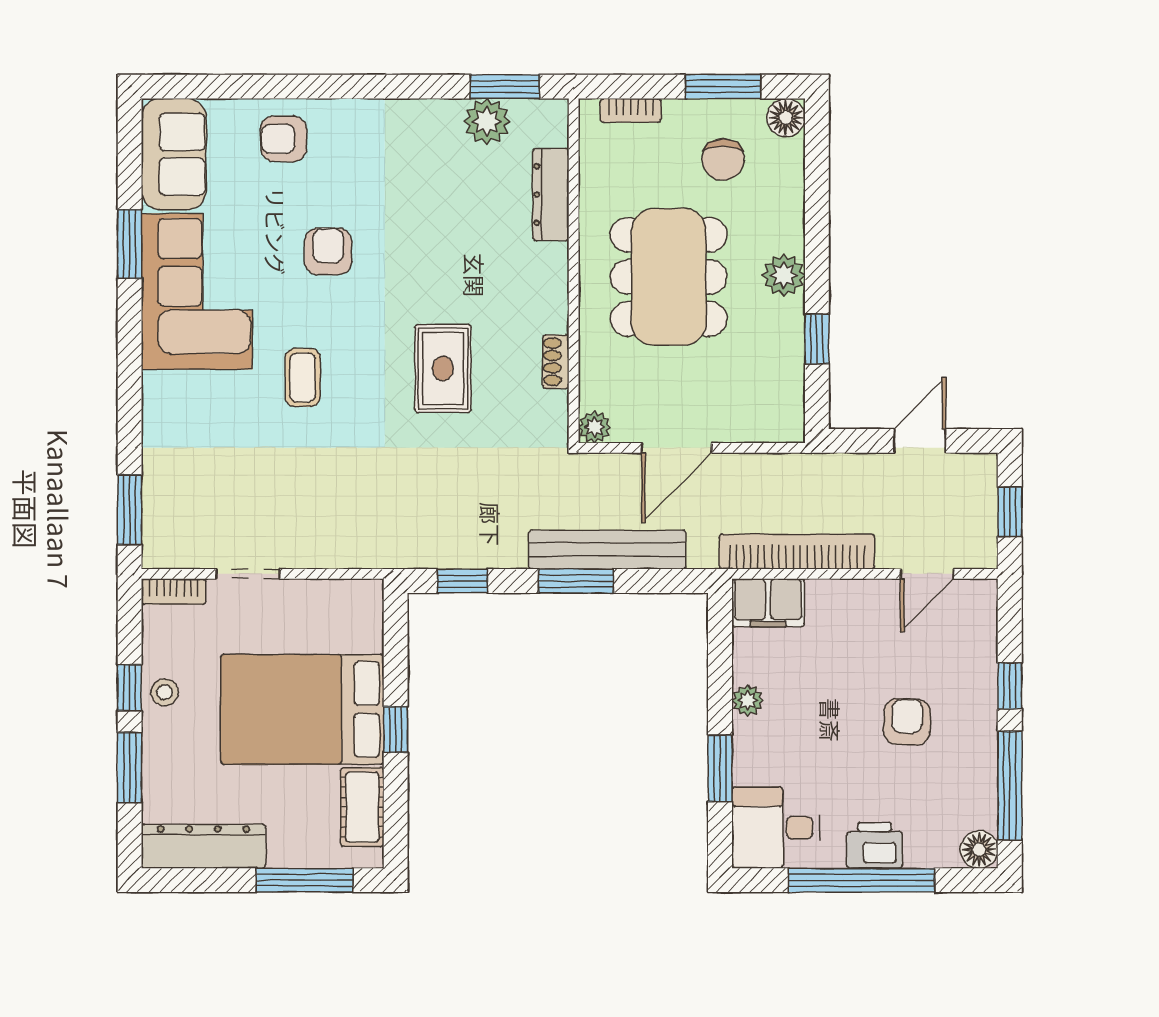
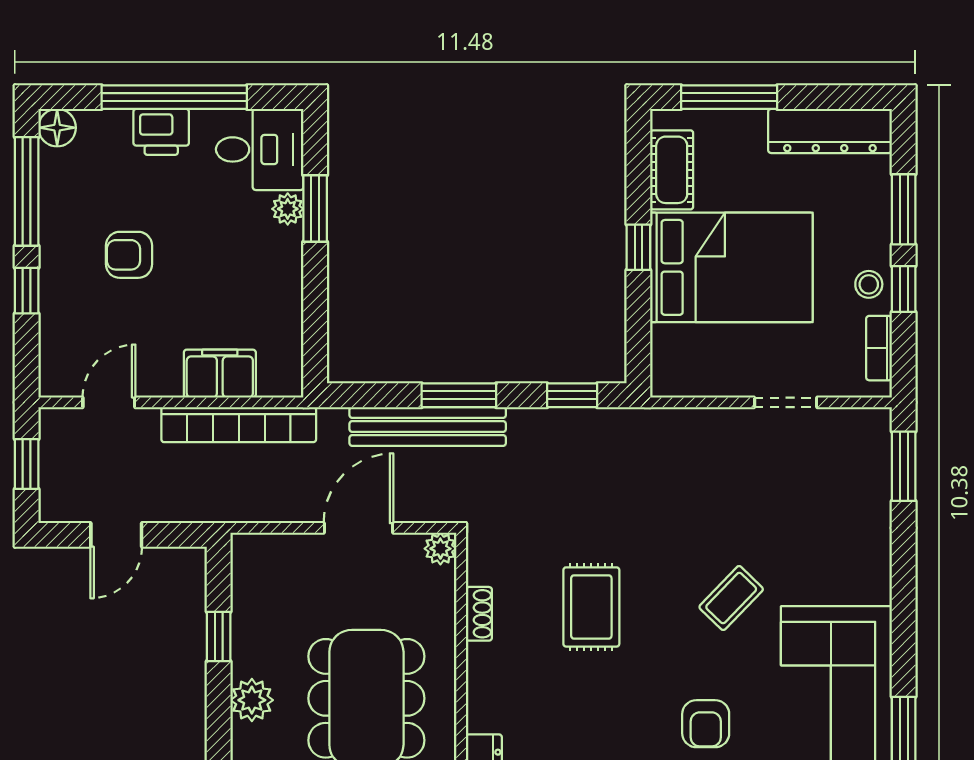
coffee table: (303, 377) -> (731, 598), turned 44
bookcase: (174, 592) -> (879, 348), moved, turned -90
filing cabinet: (768, 603) -> (220, 374), moved
plant: (748, 700) -> (288, 209), moved
armchair: (907, 722) -> (129, 255), turned 88

